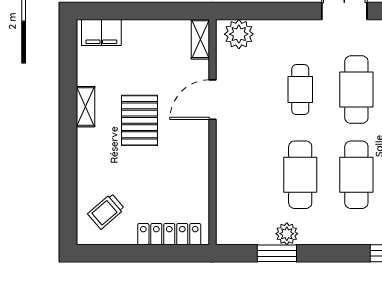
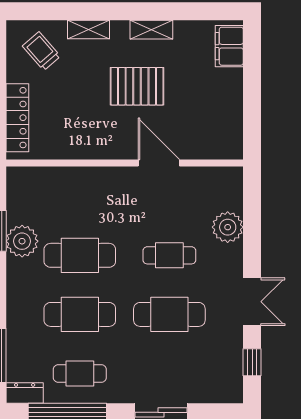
plant: (239, 34) -> (228, 227), moved
shelving: (200, 39) -> (88, 29), moved
plant: (287, 234) -> (22, 241), width x1.36, depth x1.36

